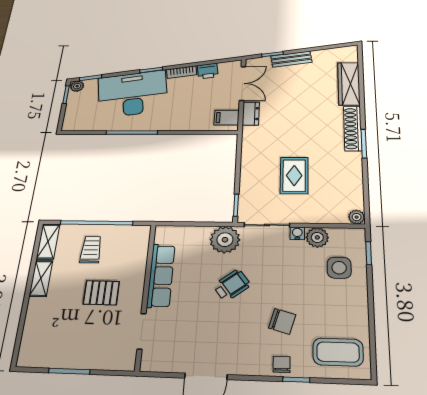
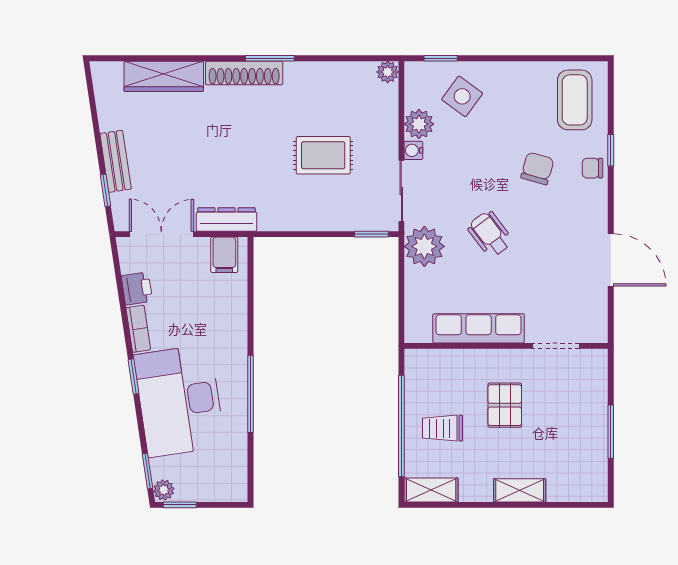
dresser: (251, 114) -> (227, 219), width x1.44
side table: (339, 268) -> (462, 96), turned 36
shelving: (41, 278) -> (520, 490), moved

